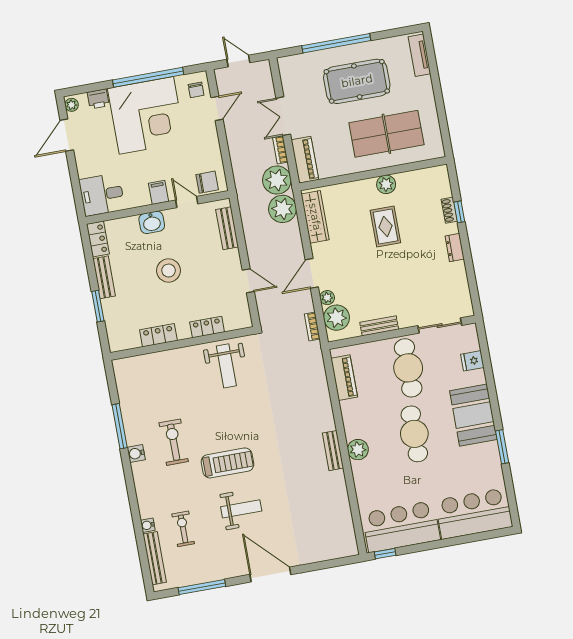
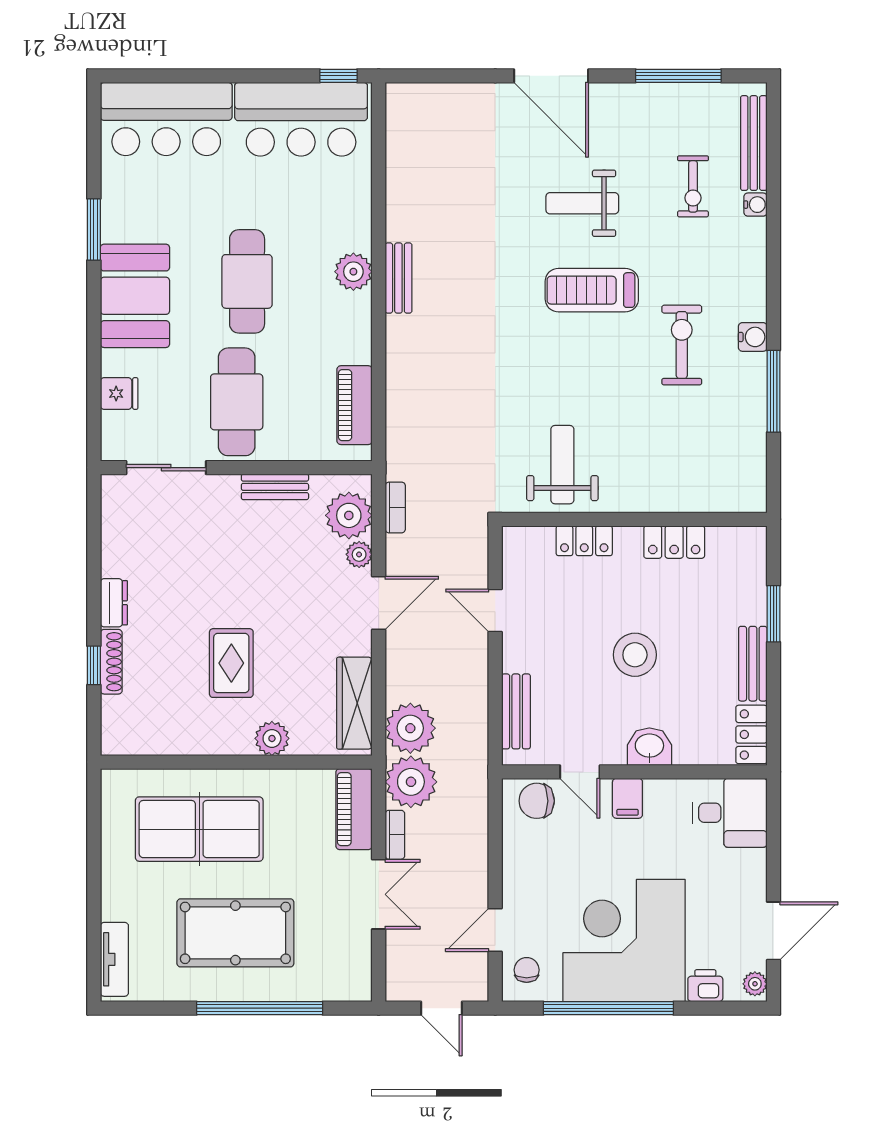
plant: (386, 184) -> (272, 738), moved
shoe rack: (449, 210) -> (111, 662), width x1.43
exercise bike: (174, 442) -> (682, 345), turned 180

